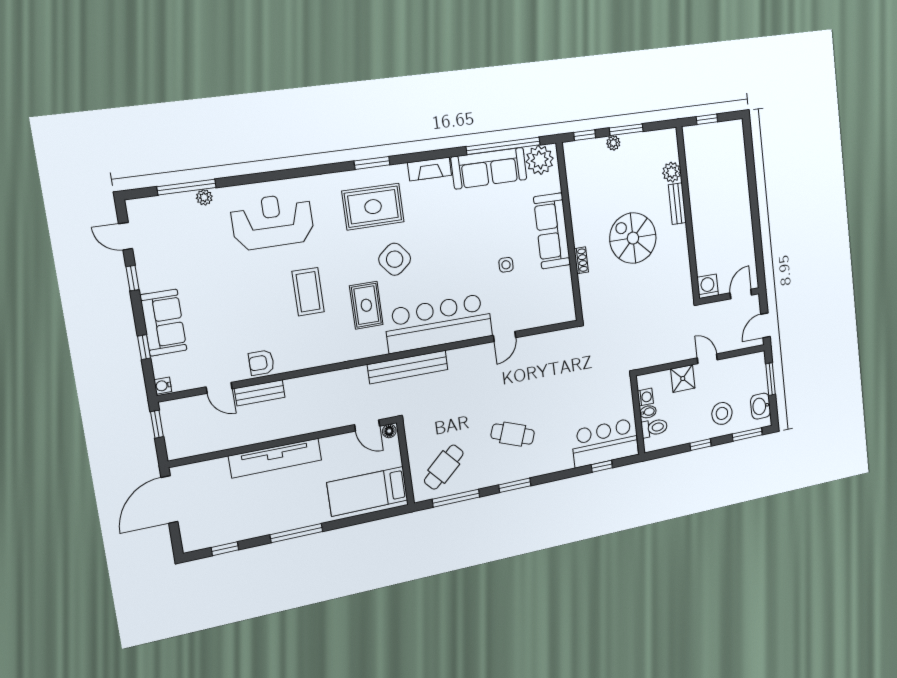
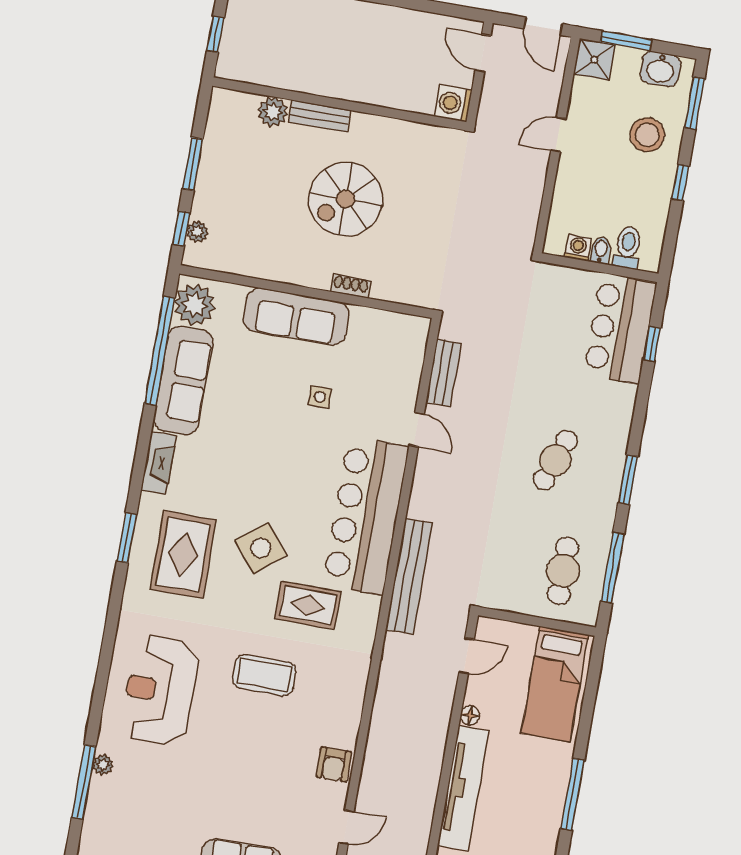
plant: (613, 143) -> (197, 232), moved
shower: (683, 379) -> (594, 59), moved
bench: (260, 393) -> (443, 373), moved
floor lamp: (389, 431) -> (470, 715), moved
cafe table: (444, 467) -> (563, 571), turned 42

